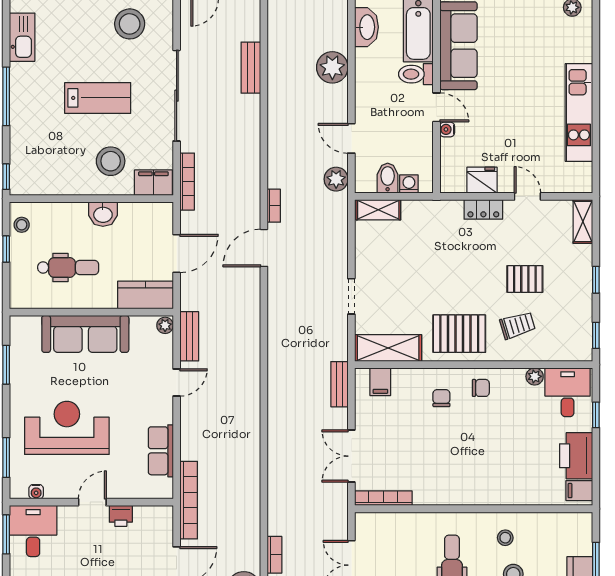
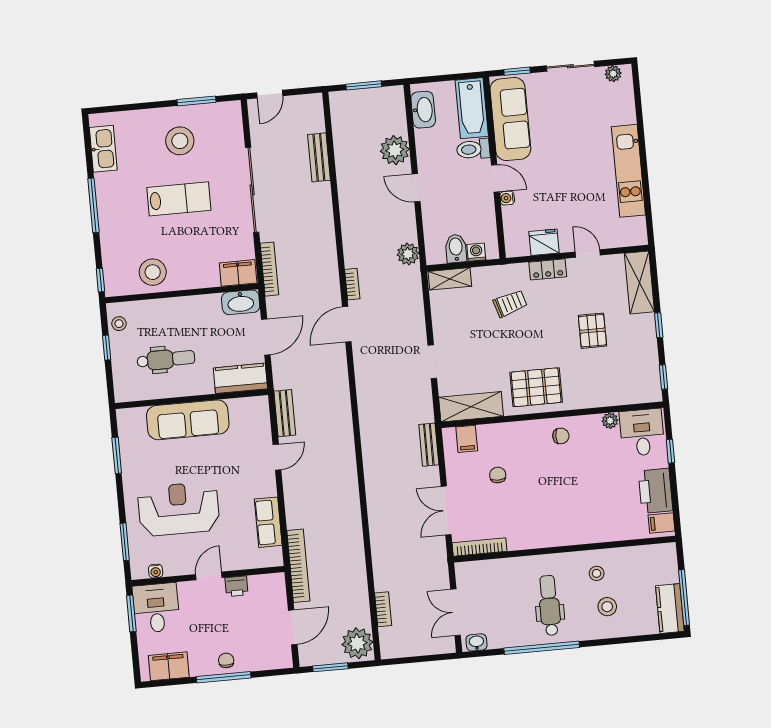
stool: (130, 24) -> (180, 141), moved
door: (351, 138) -> (416, 188), moved
stool: (111, 161) -> (153, 272), moved
washbasin: (103, 214) -> (241, 302), moved, width x1.38
shelving: (583, 221) -> (639, 283), width x1.50, depth x1.33
pallet: (525, 279) -> (592, 331), turned 90
plant: (165, 325) -> (261, 405), removed
trolley: (517, 325) -> (510, 303), moved
chair: (441, 398) -> (498, 475), moved

